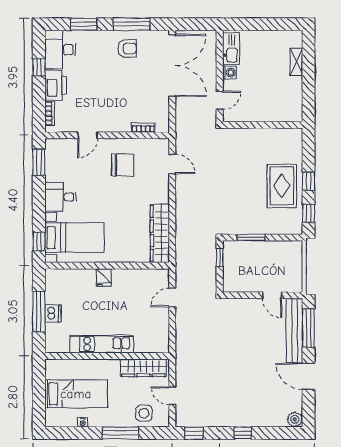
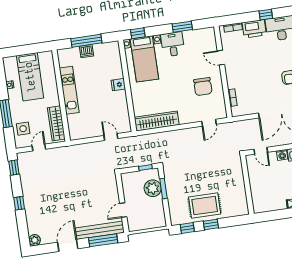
window: (39, 162) -> (182, 27), moved
plant: (249, 252) -> (153, 188), added

